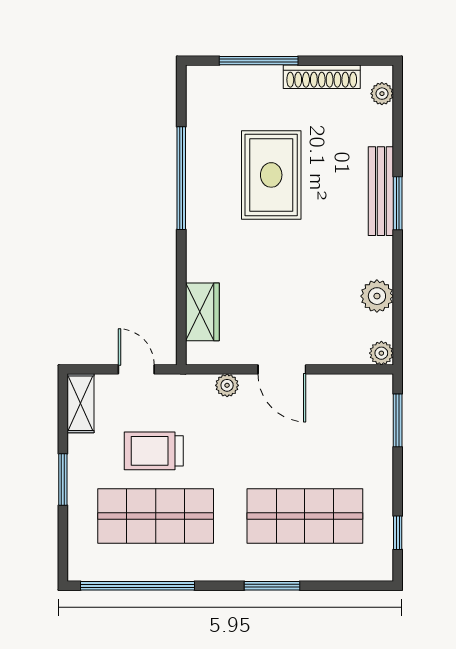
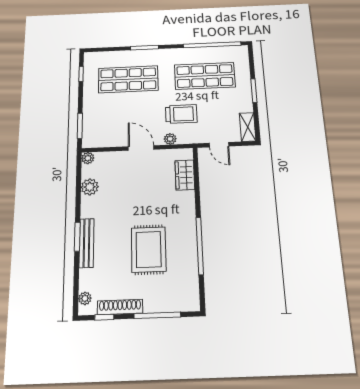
window: (348, 61) -> (104, 317), added
trolley: (154, 451) -> (181, 114), moved

